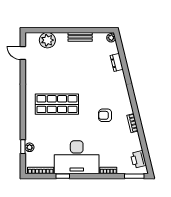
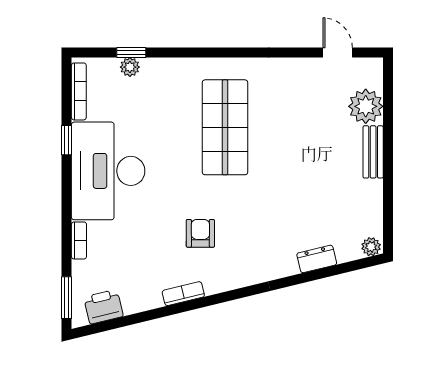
bench: (80, 37) -> (373, 152), moved
door: (23, 53) -> (338, 52), hinge flipped

